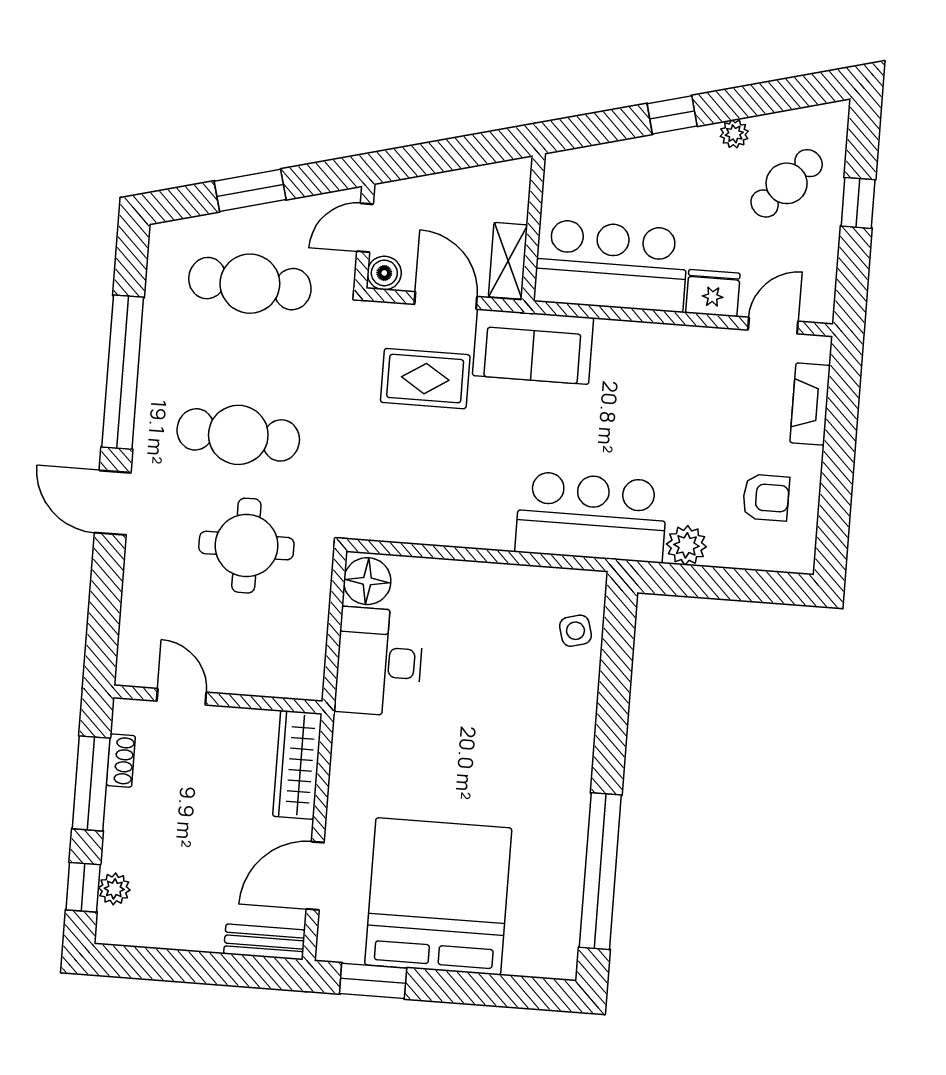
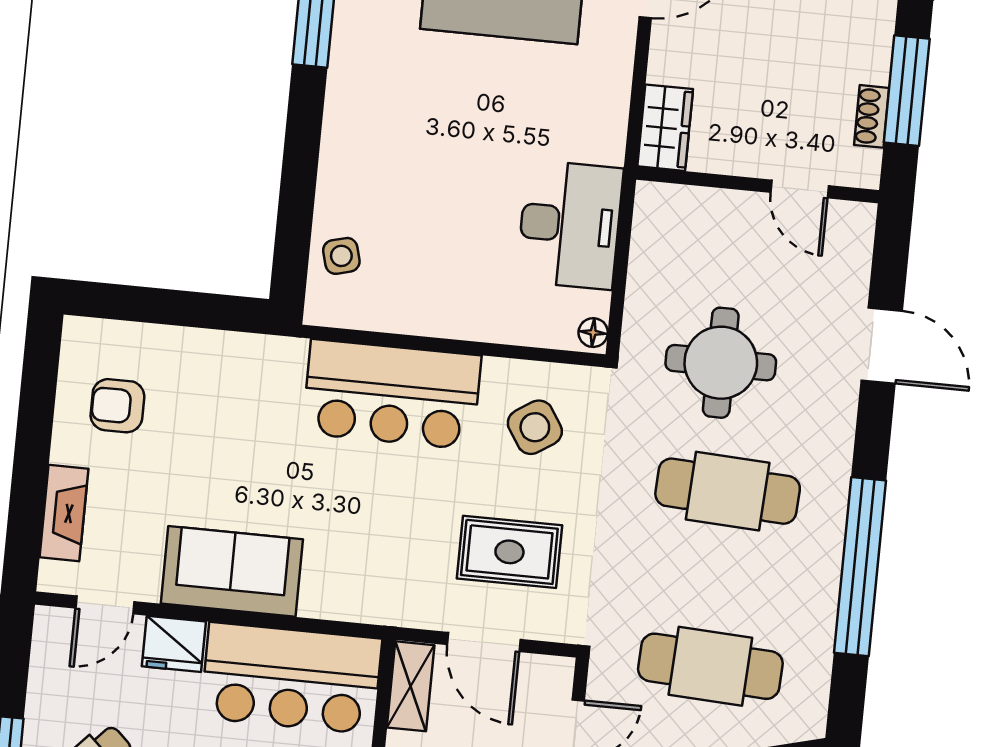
boiler: (384, 273) -> (554, 675), removed
sofa: (533, 347) -> (232, 571), moved
side table: (406, 487) -> (535, 427), added
door: (113, 503) -> (882, 346), moved
bar counter: (591, 517) -> (392, 394), moved
plant: (686, 545) -> (211, 352), removed
floor lamp: (367, 581) -> (593, 333), width x0.53, depth x0.53
wardrobe: (297, 765) -> (665, 128), width x0.67

